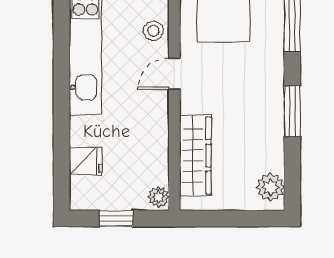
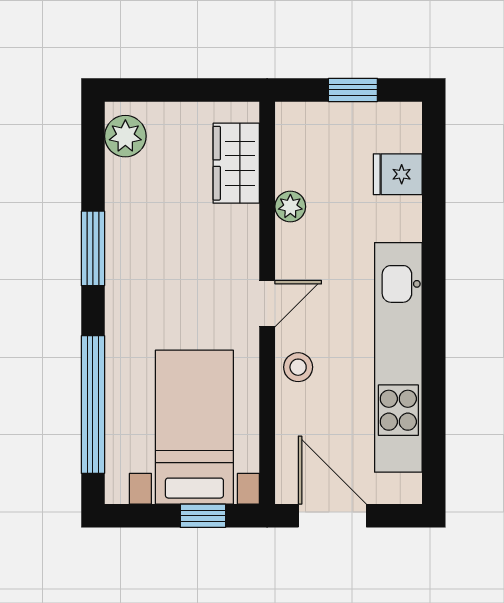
wardrobe: (195, 155) -> (236, 163), width x0.67
plant: (159, 197) -> (290, 207), moved

